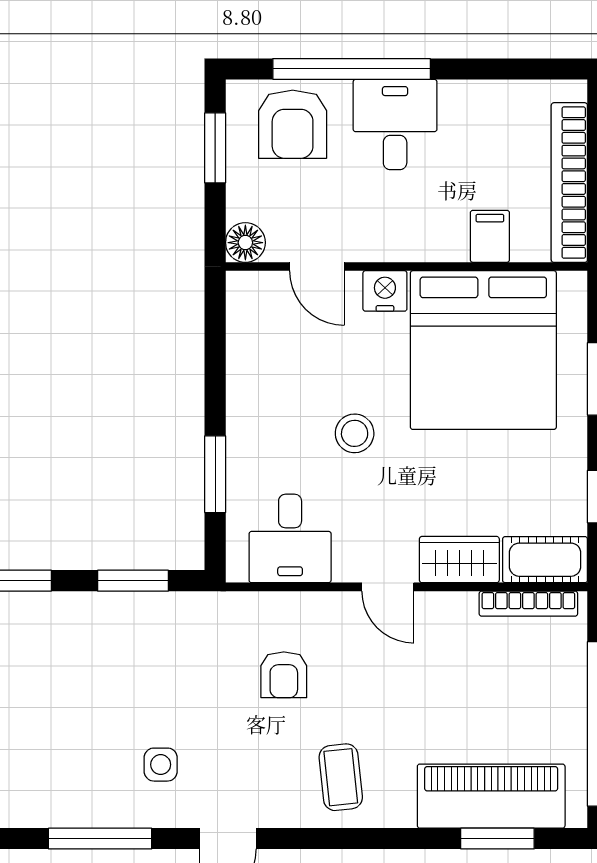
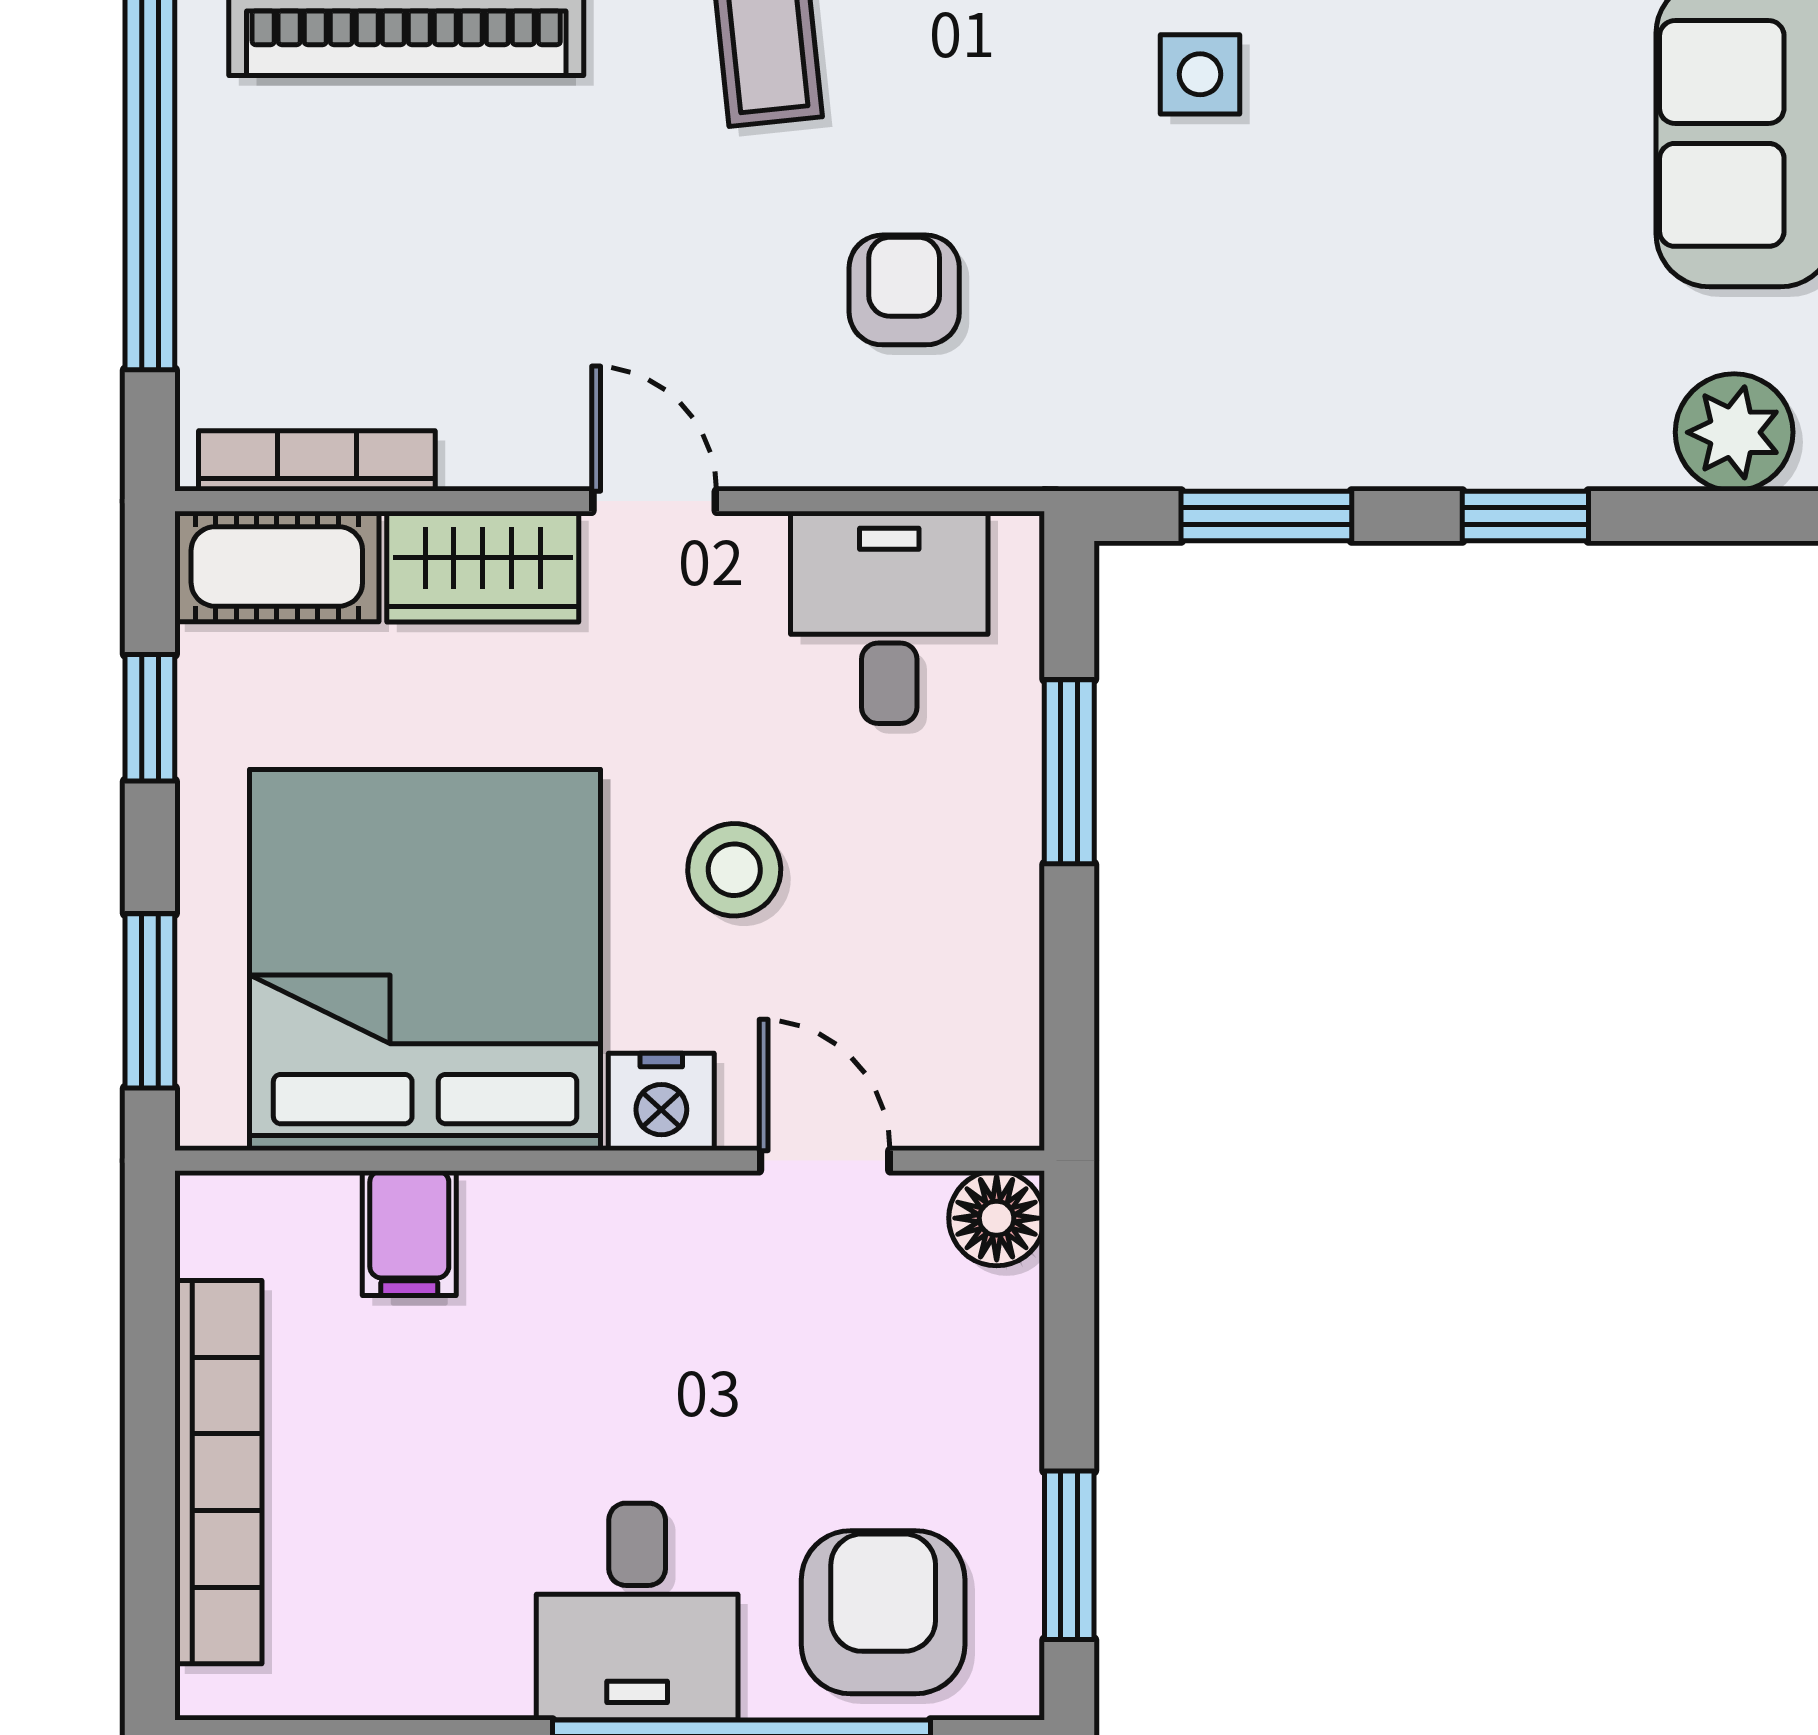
filing cabinet: (490, 236) -> (409, 1233), moved
floor lamp: (245, 243) -> (997, 1218), moved
door: (317, 267) -> (825, 1161), moved
wall: (406, 267) -> (610, 1161), moved
nightstand: (385, 291) -> (661, 1102), moved
bed: (483, 350) -> (425, 960), moved

